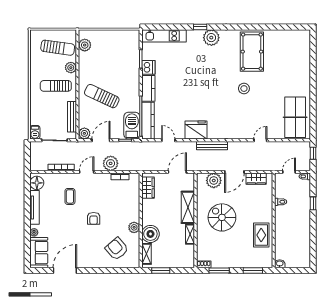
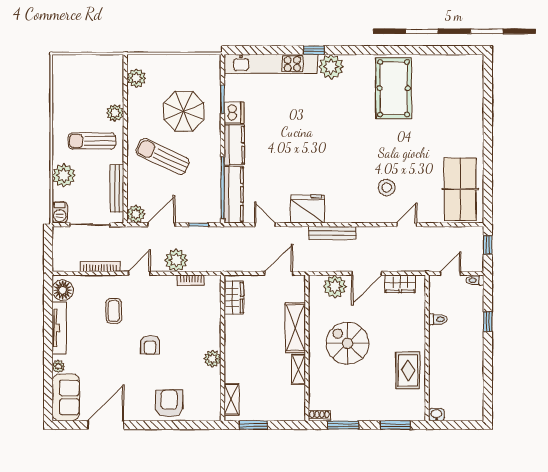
kitchen unit: (164, 36) -> (271, 64), width x1.36
sun lounger: (58, 48) -> (95, 82), removed
parasol: (116, 67) -> (184, 111), added
stool: (244, 89) -> (387, 188), moved
plant: (38, 108) -> (64, 175), added
barbecue: (132, 126) -> (209, 202), removed
boiler: (150, 234) -> (237, 369), removed
armchair: (117, 249) -> (169, 404), moved, turned 41

